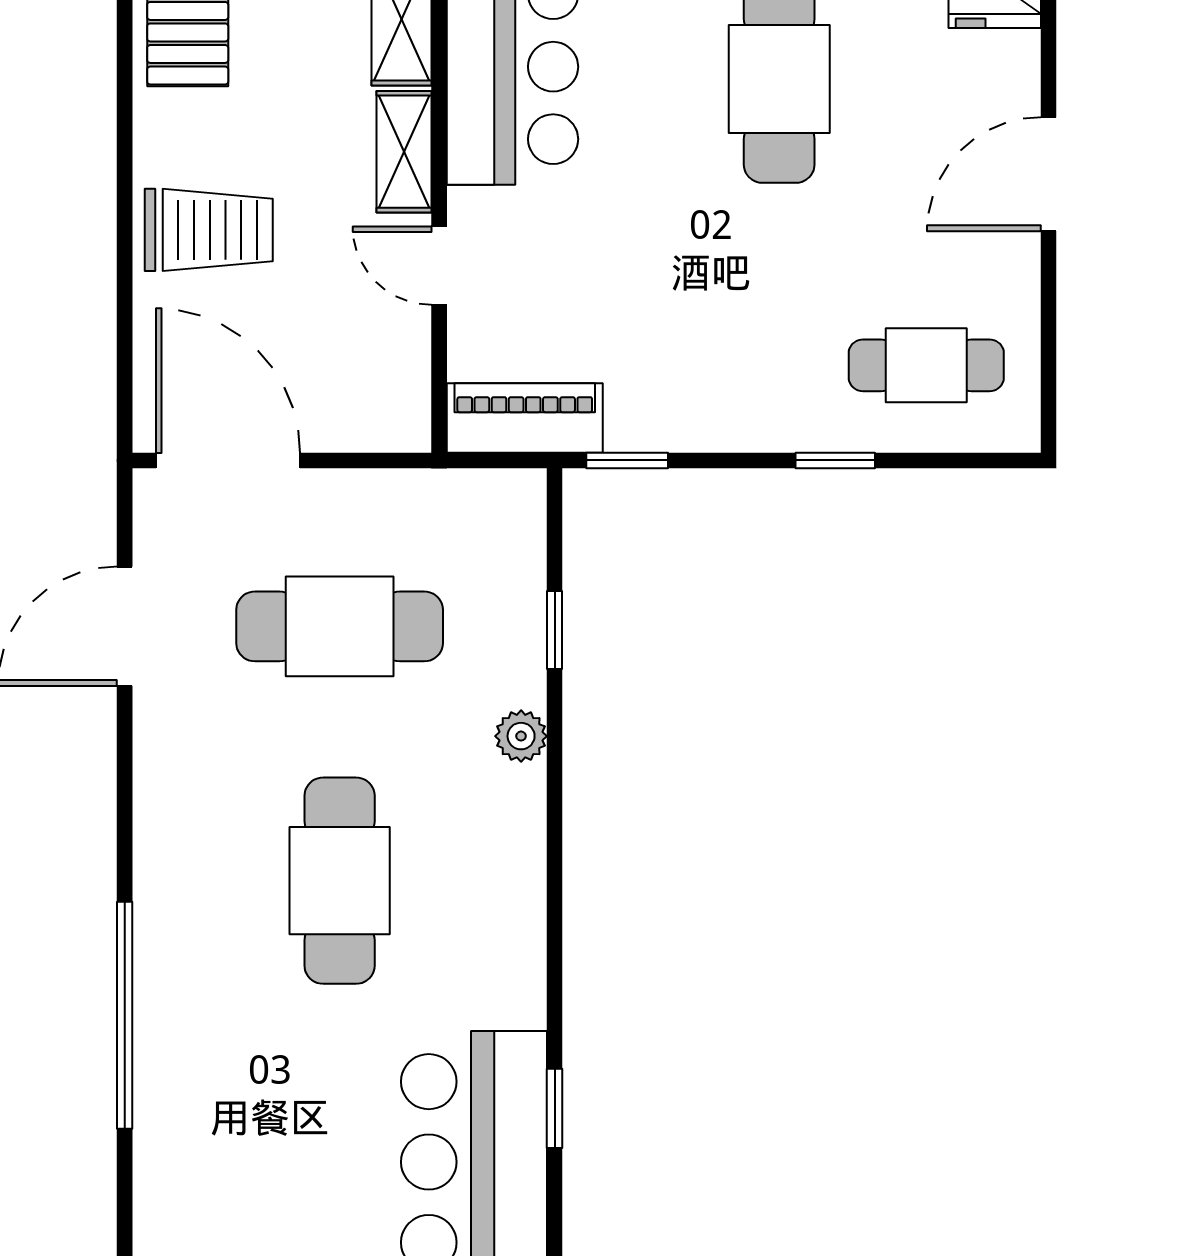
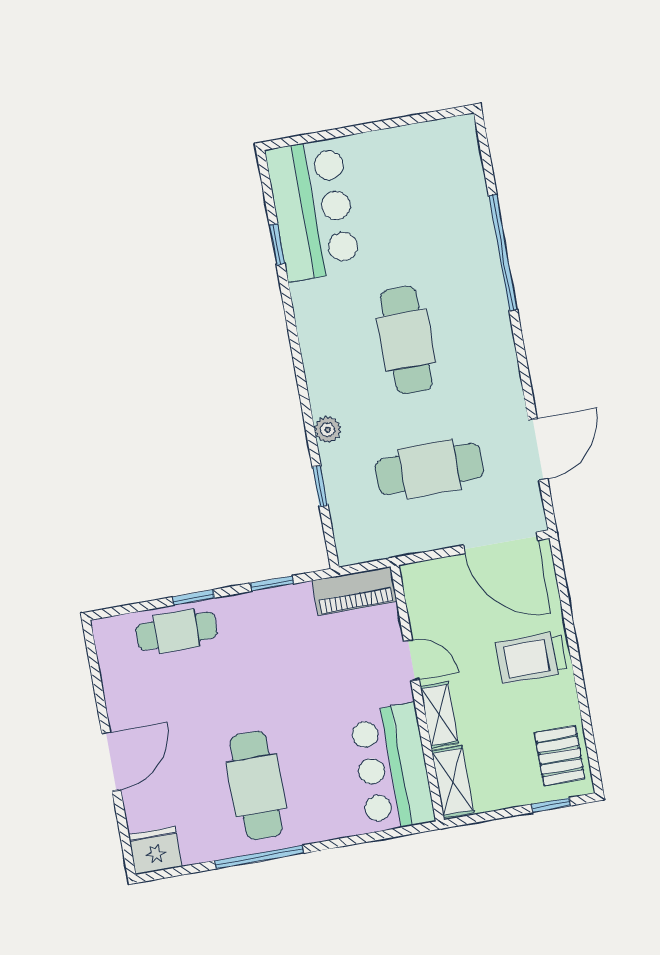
cafe table: (926, 365) -> (176, 631), moved
window: (627, 460) -> (272, 583), moved

